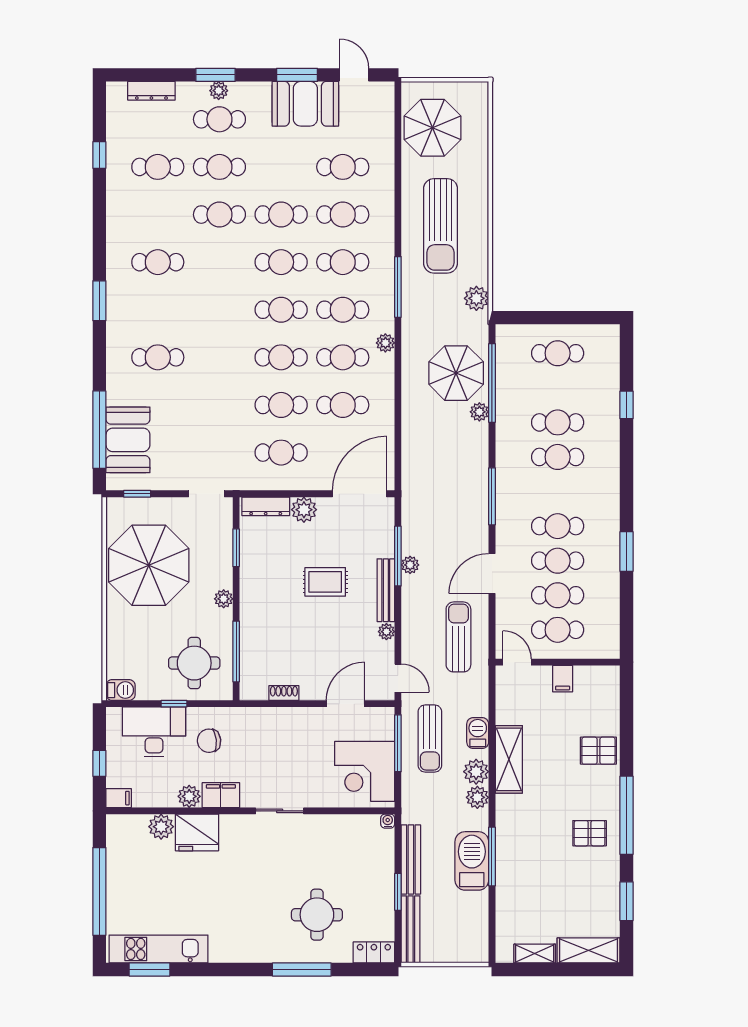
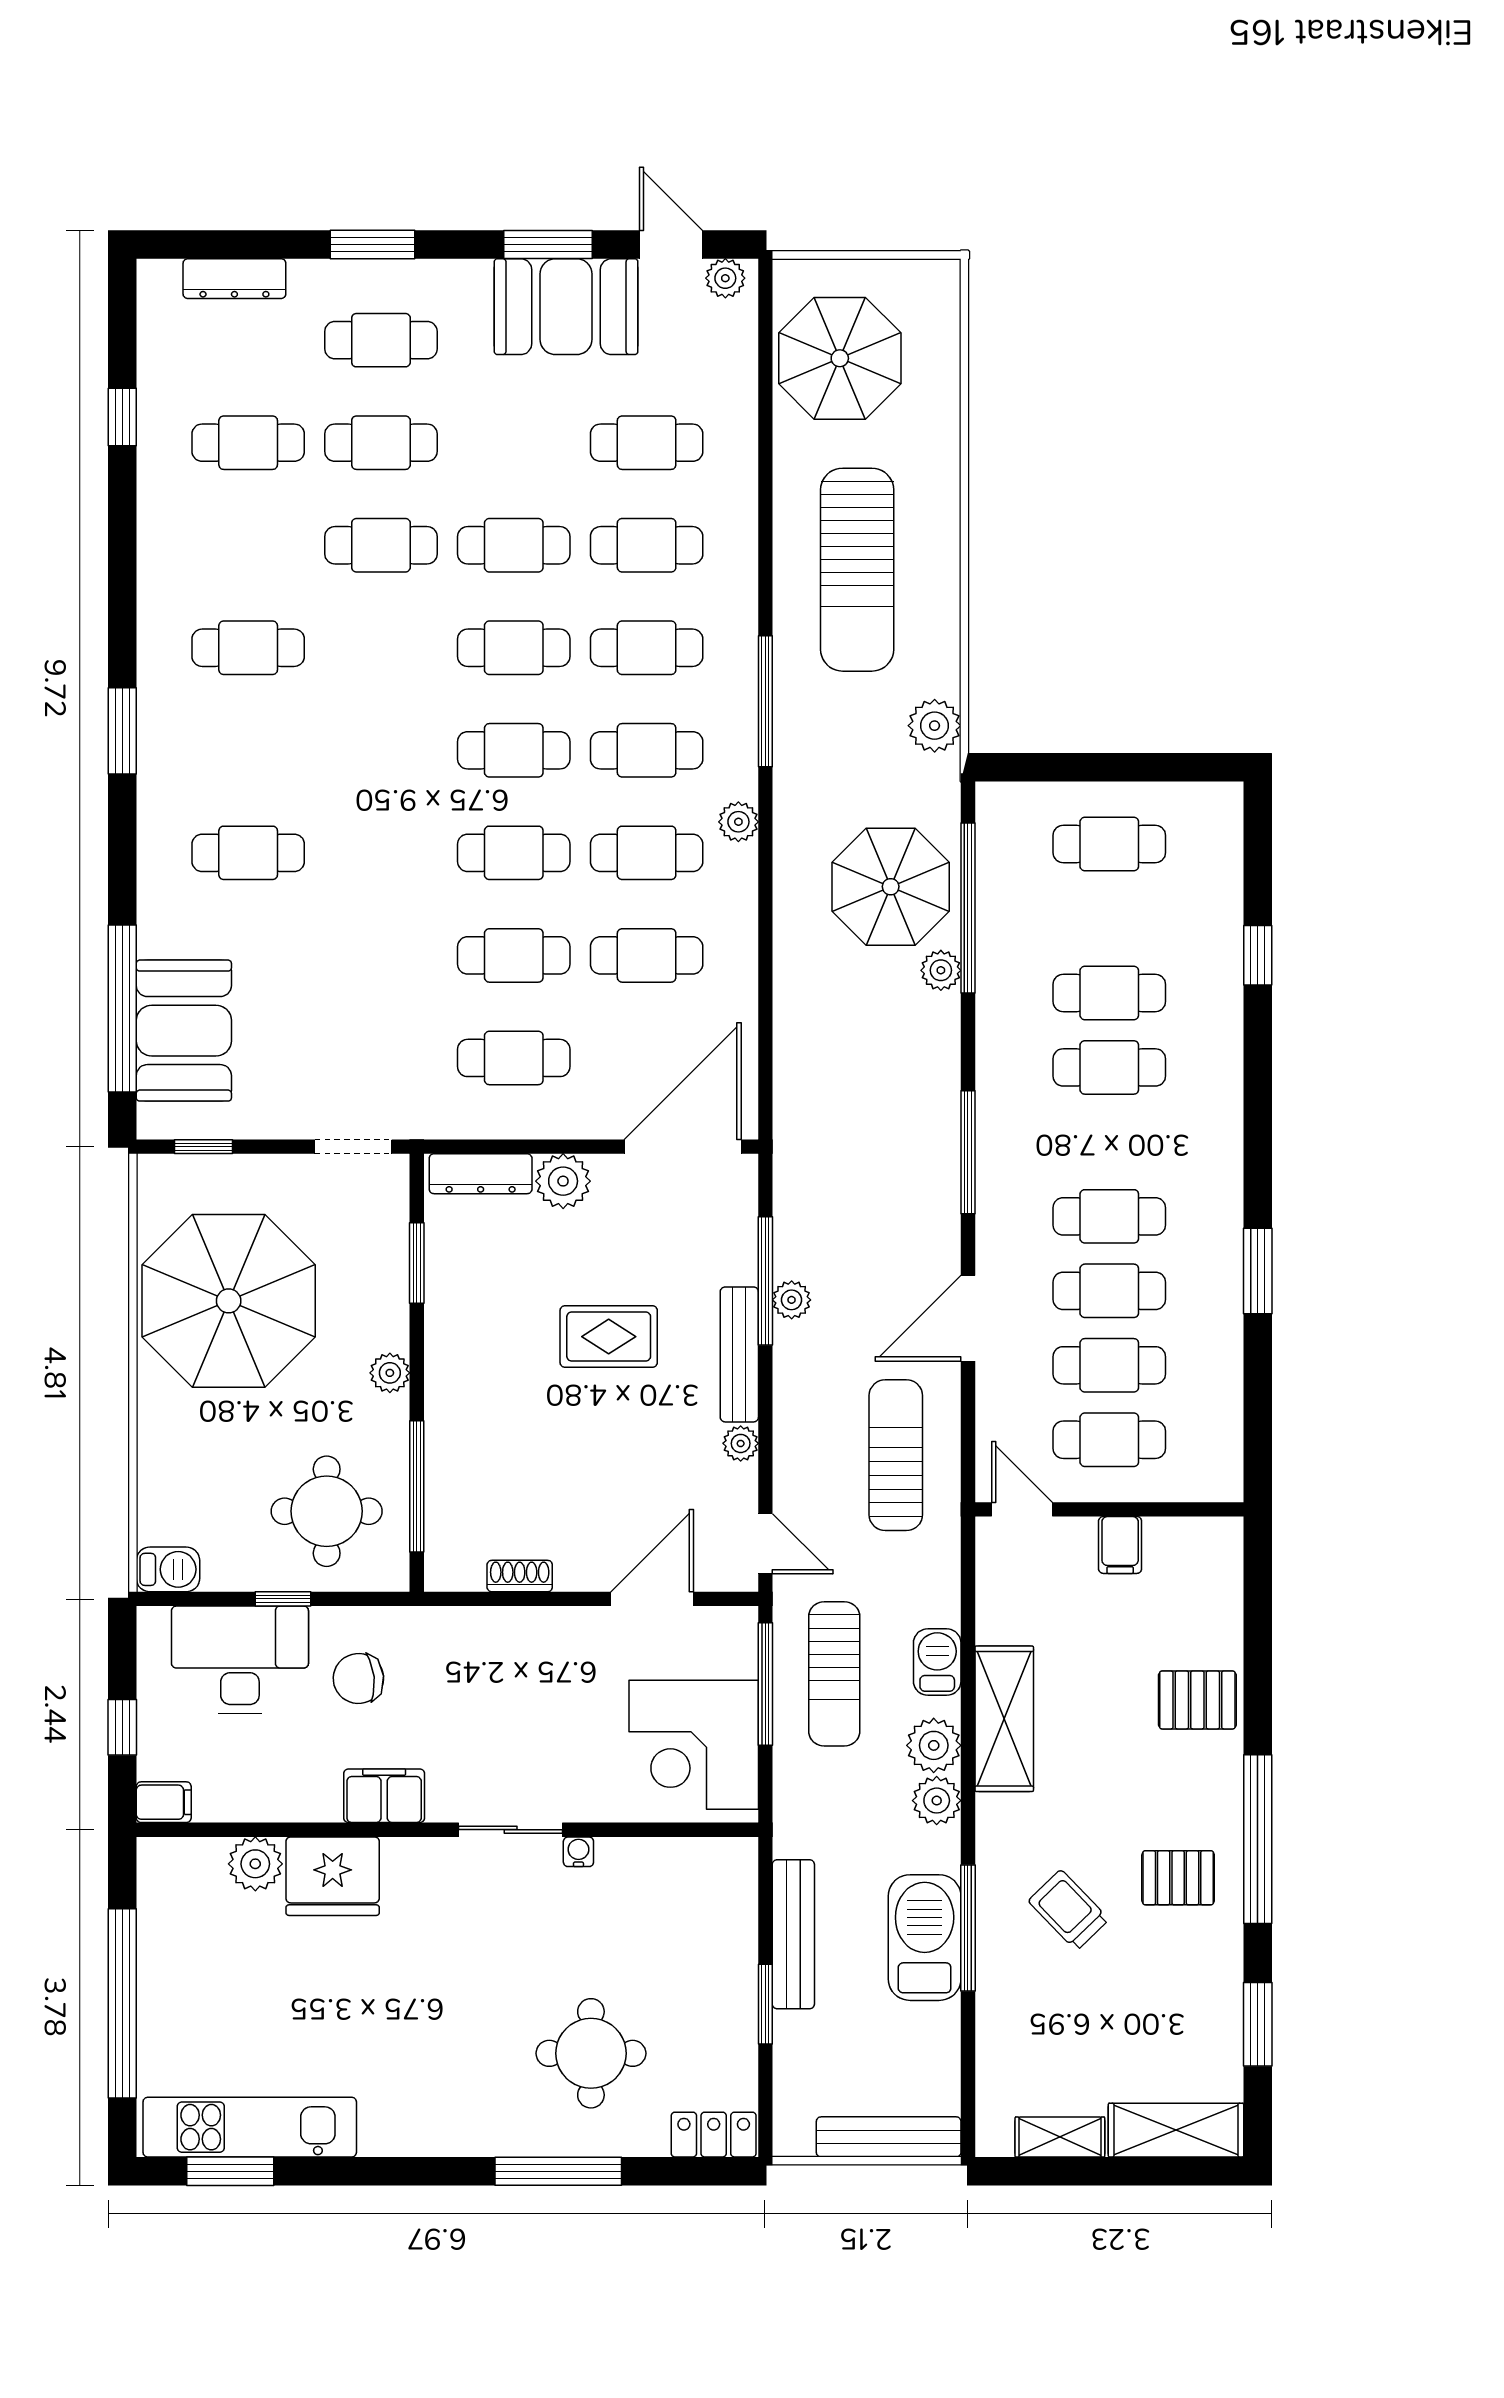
plant: (219, 91) -> (725, 278), moved
plant: (189, 796) -> (316, 1798), removed
water cooler: (388, 821) -> (578, 1852), moved
trolley: (539, 848) -> (1069, 1910), added
bench: (411, 929) -> (889, 2137), moved, turned 90

